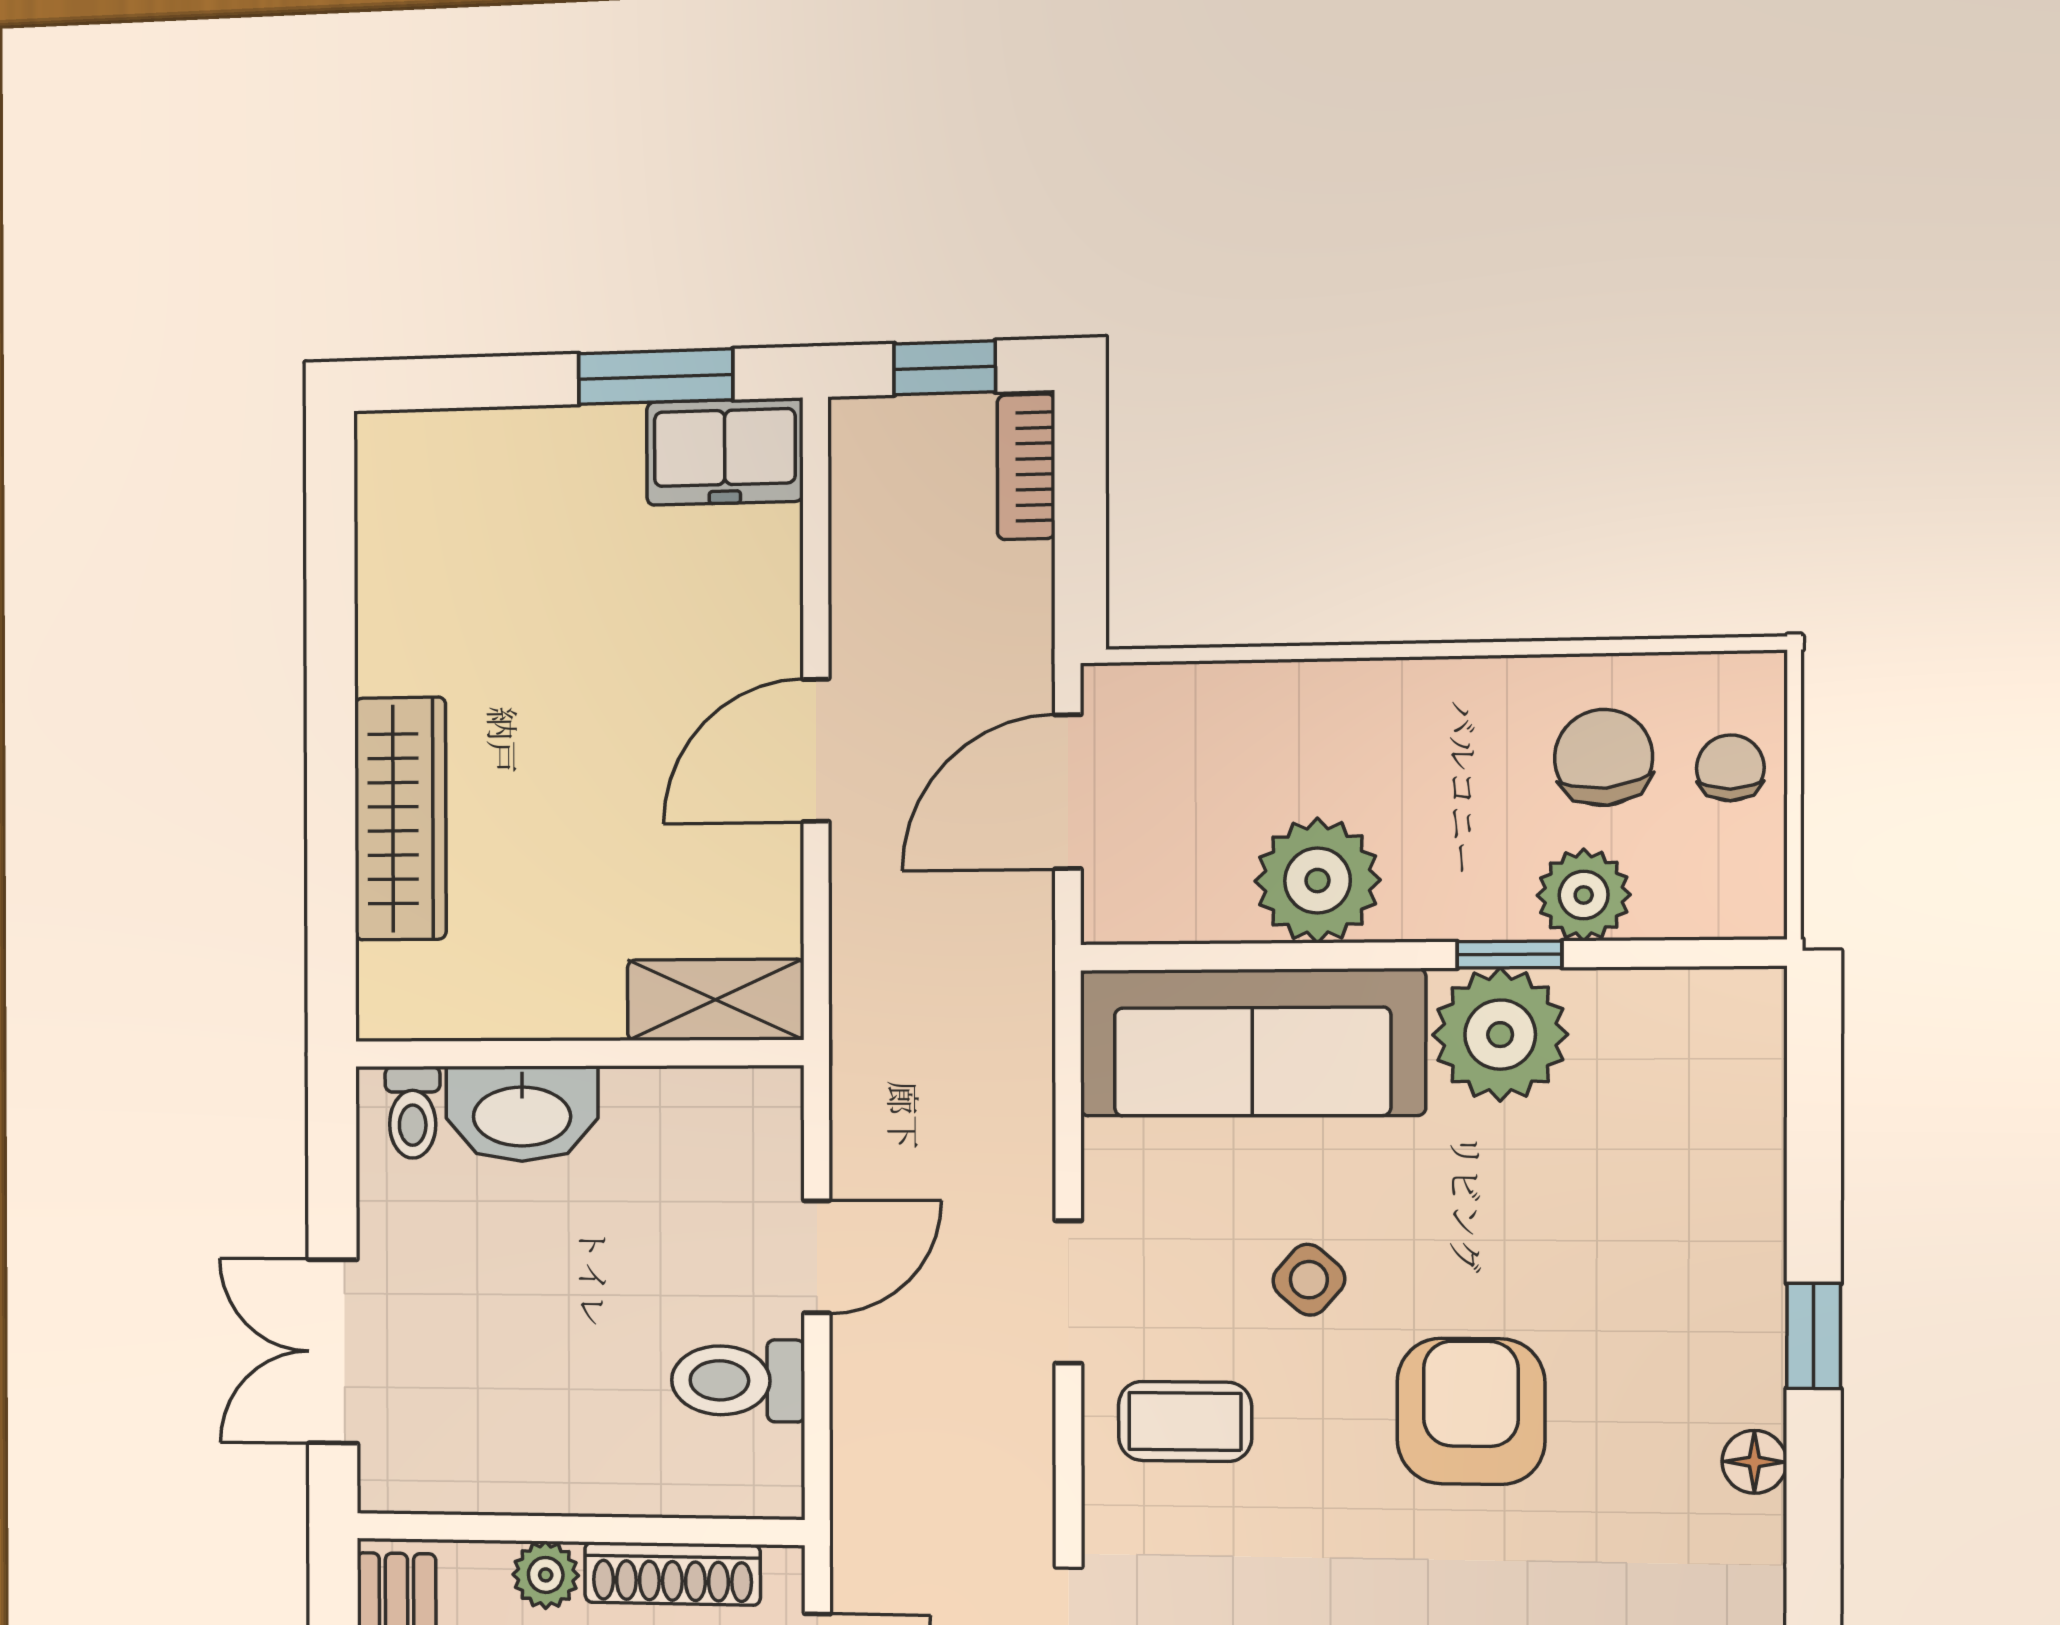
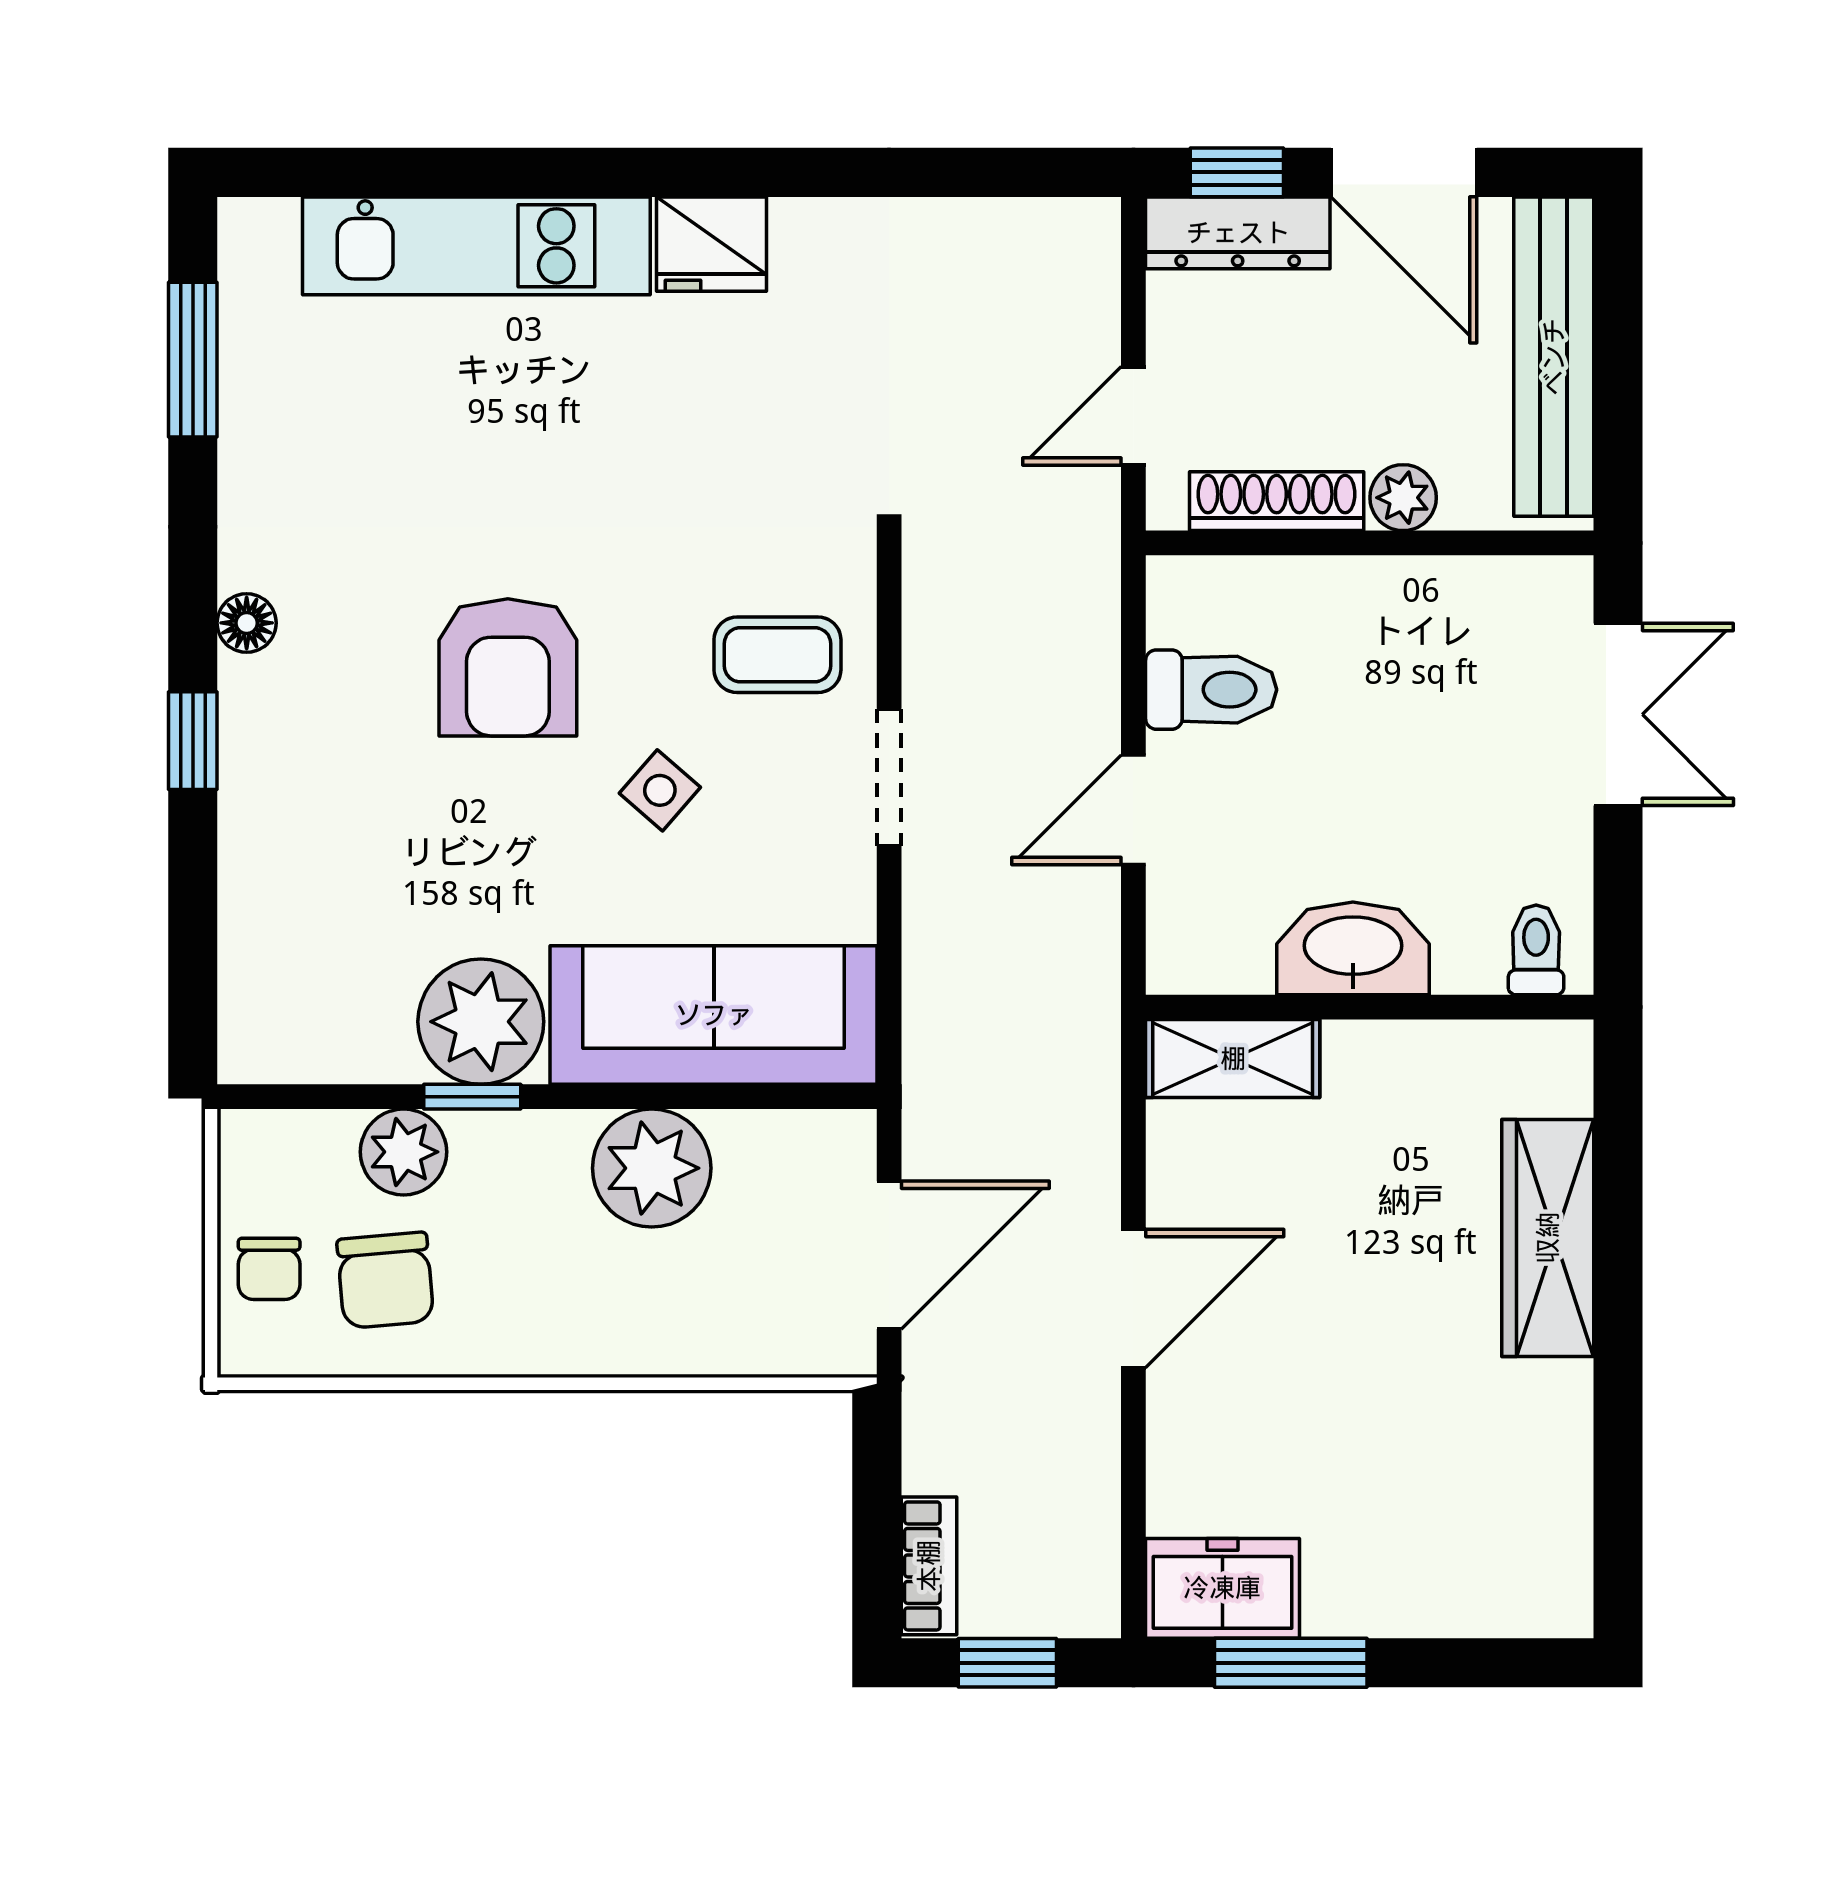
washbasin: (522, 1114) -> (1353, 948), moved

